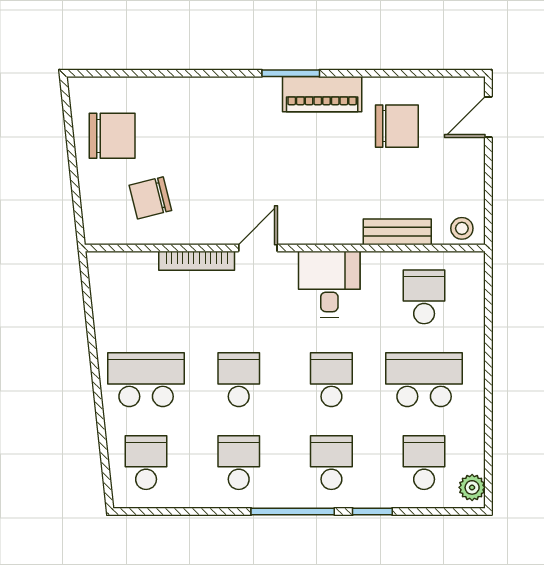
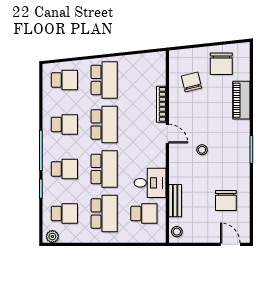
piano: (322, 94) -> (241, 100), moved
stool: (291, 176) -> (202, 150), added
desk: (329, 284) -> (150, 183), moved
school desk: (239, 380) -> (104, 124), width x1.85
school desk: (331, 380) -> (104, 169), width x1.85

